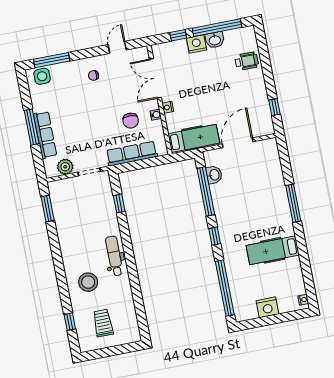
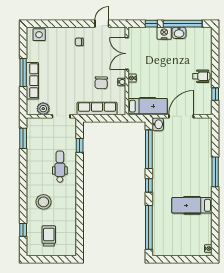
window: (52, 60) -> (49, 24), removed
wheelchair: (247, 61) -> (201, 76), moved
washbasin: (214, 175) -> (158, 124), moved
dental chair: (114, 256) -> (60, 167), moved
nightstand: (267, 307) -> (179, 249), removed

